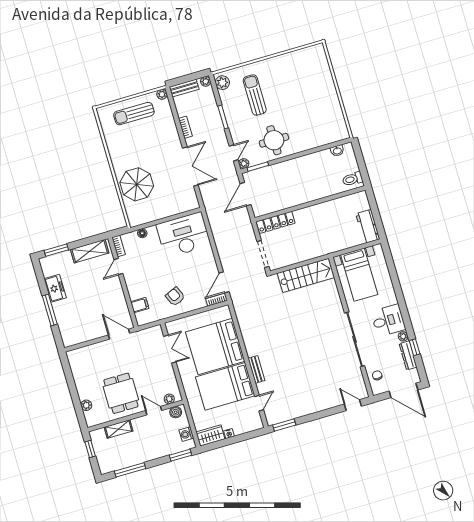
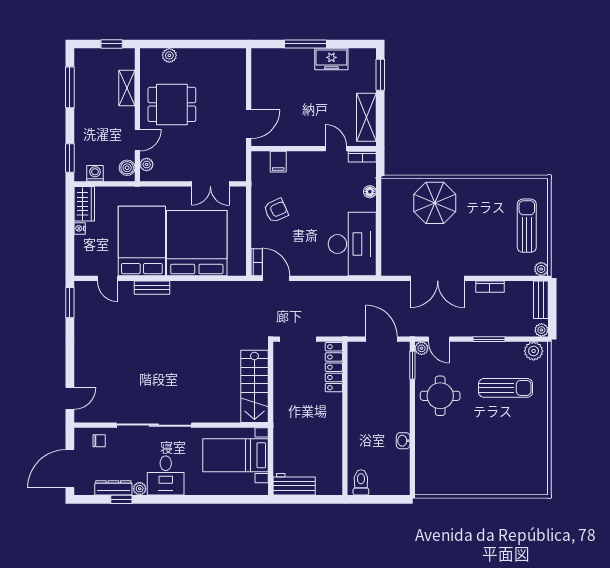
washbasin: (337, 151) -> (403, 441), moved

